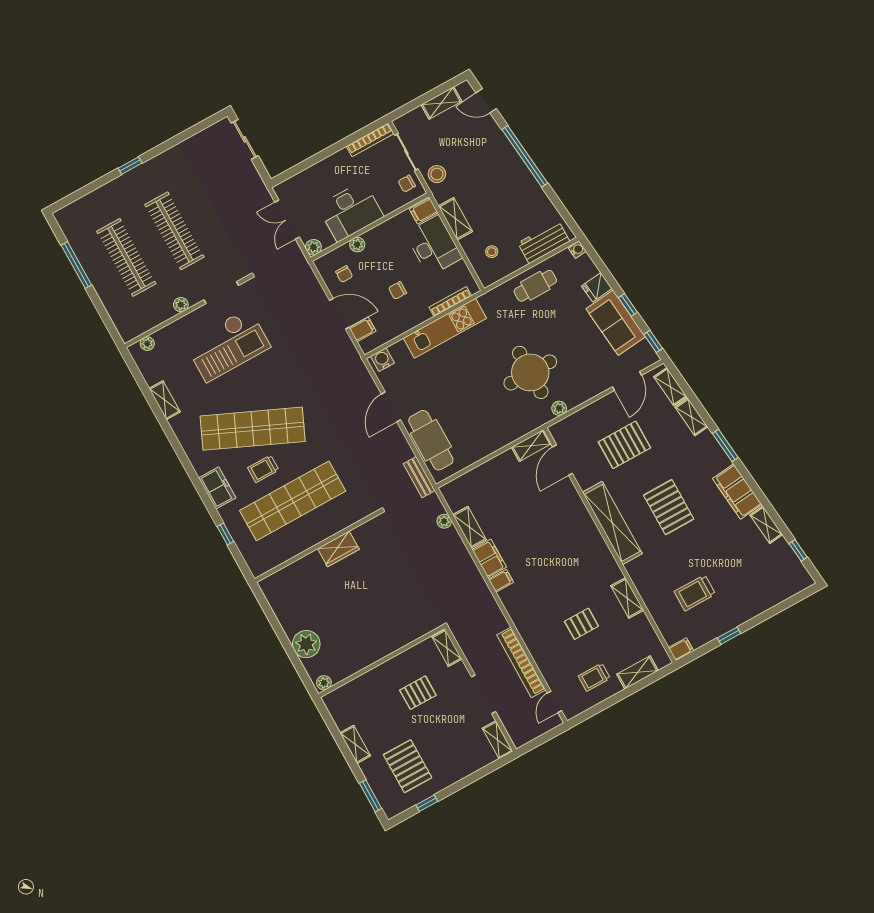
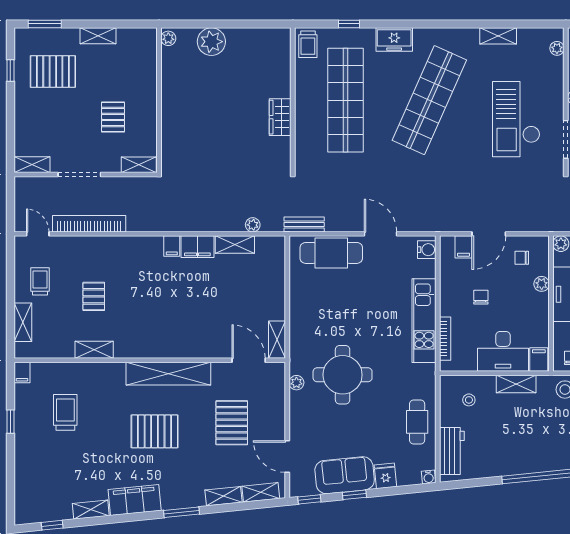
trolley: (263, 469) -> (308, 44), moved, turned 180

